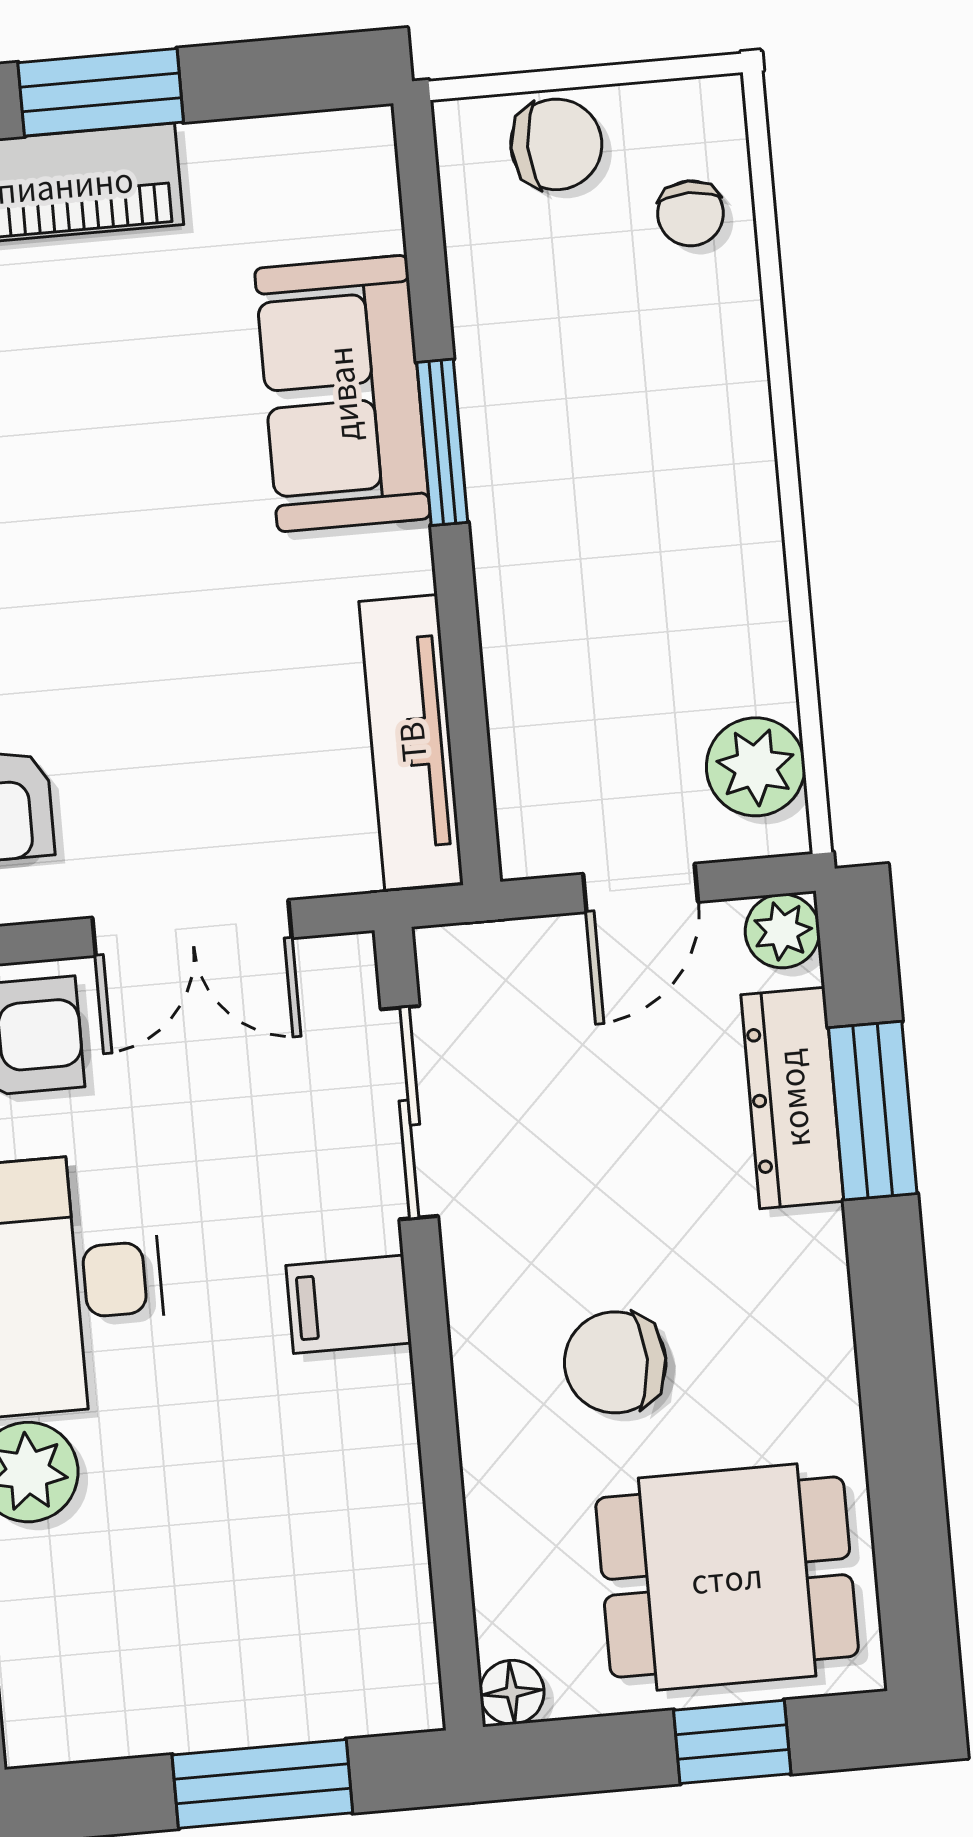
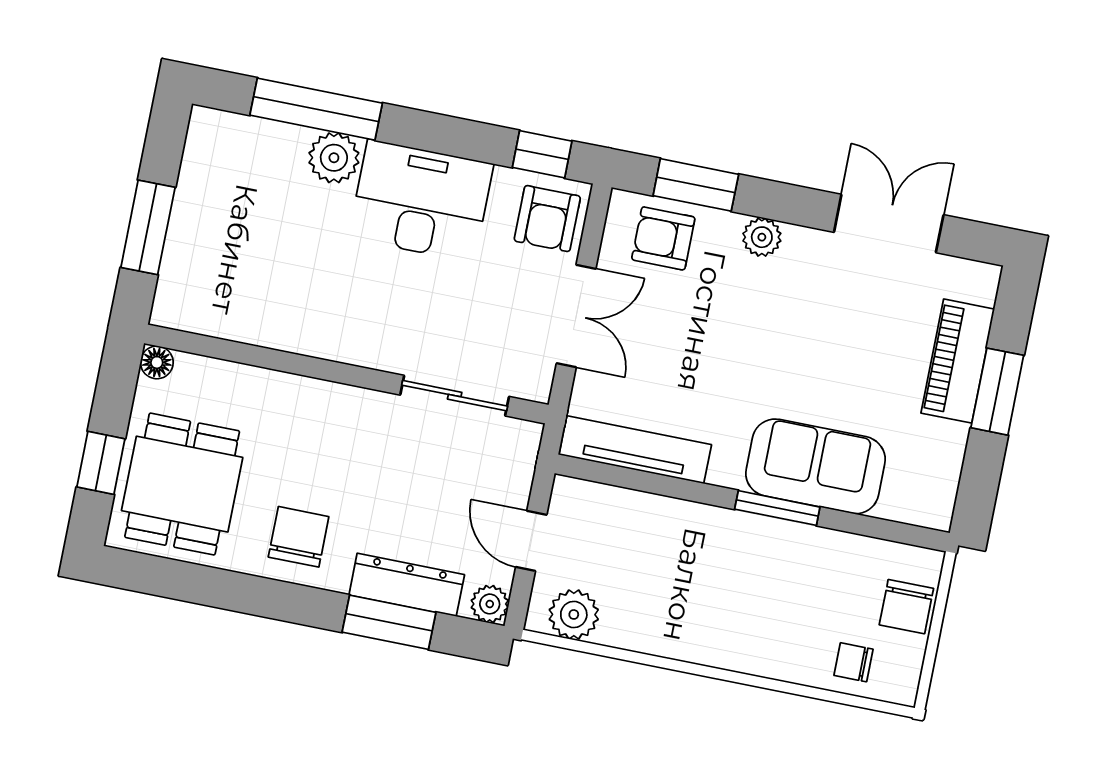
double door: (192, 928) -> (576, 316), swing flipped
filing cabinet: (349, 1304) -> (370, 338), removed
chair: (615, 1362) -> (299, 537), moved

